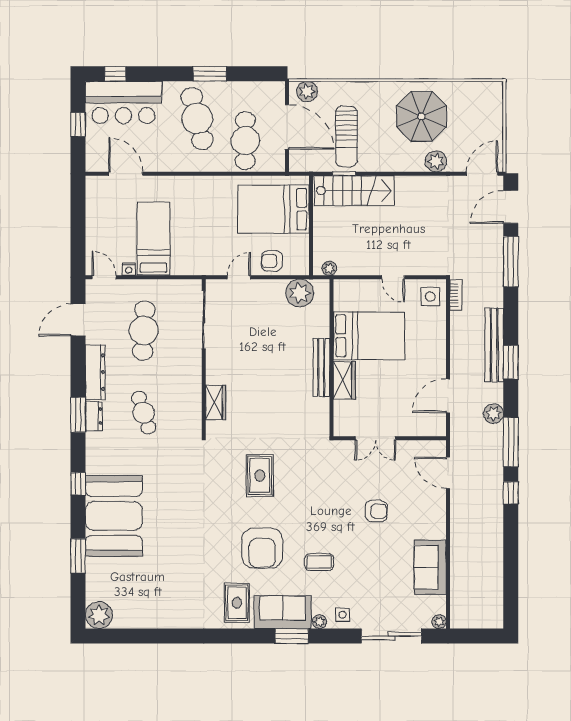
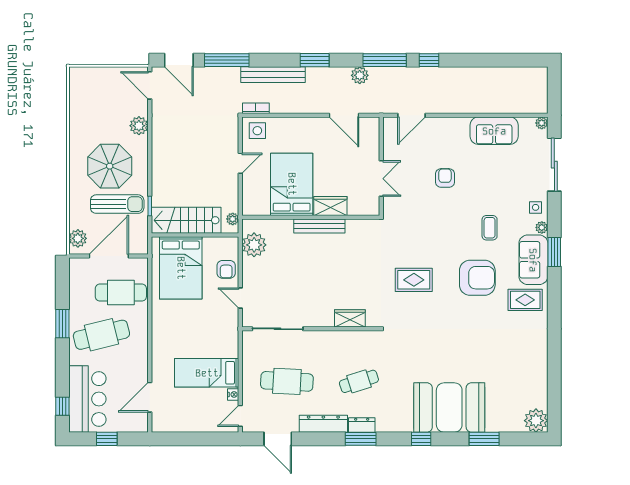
parasol: (421, 116) -> (110, 166), moved
stairs: (354, 191) -> (186, 220), moved, turned -90
bench: (494, 345) -> (273, 75), moved

